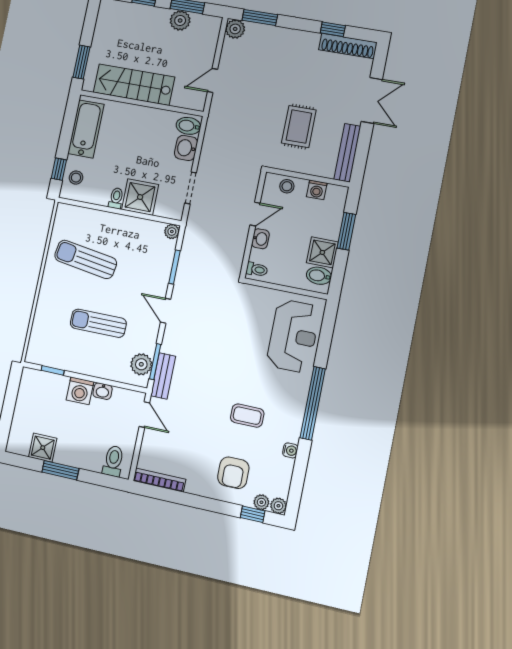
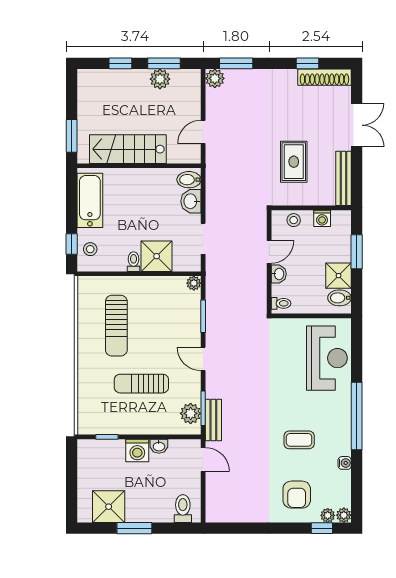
sun lounger: (86, 259) -> (116, 326), turned -99
shower: (43, 448) -> (109, 507), width x1.36, depth x1.36
bookcase: (159, 480) -> (230, 516), removed

